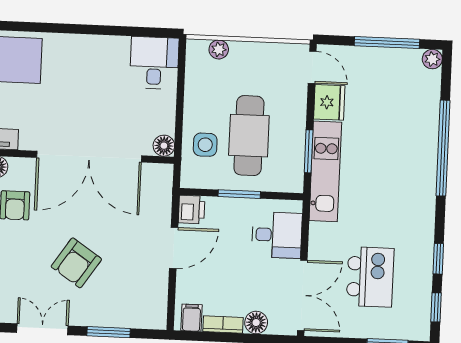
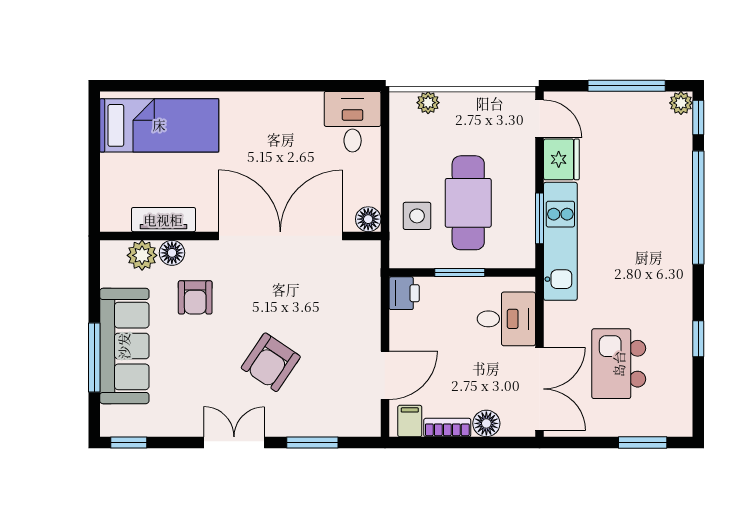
double door: (89, 157) -> (280, 236), swing flipped
door: (174, 248) -> (385, 375), moved
kitchen island: (370, 277) -> (619, 364), turned 180
window: (436, 307) -> (698, 118), moved

